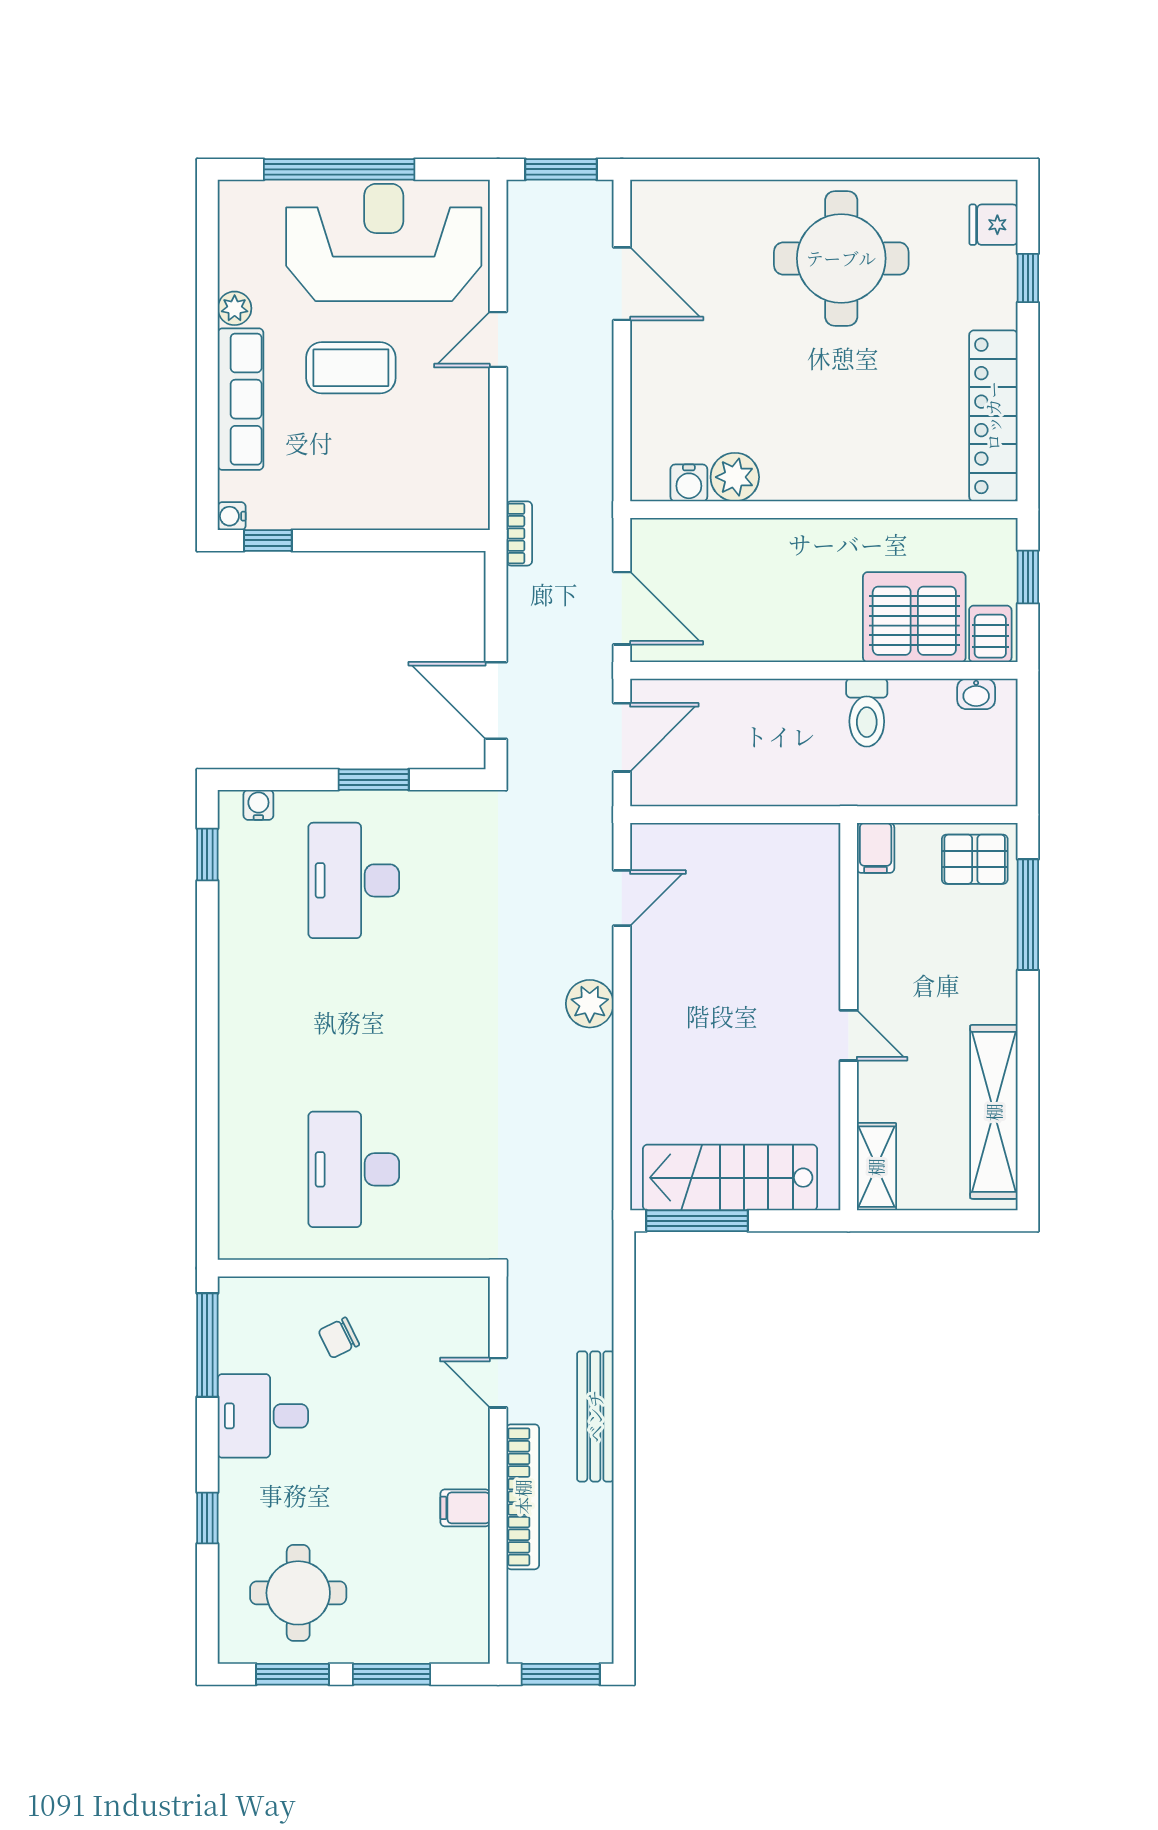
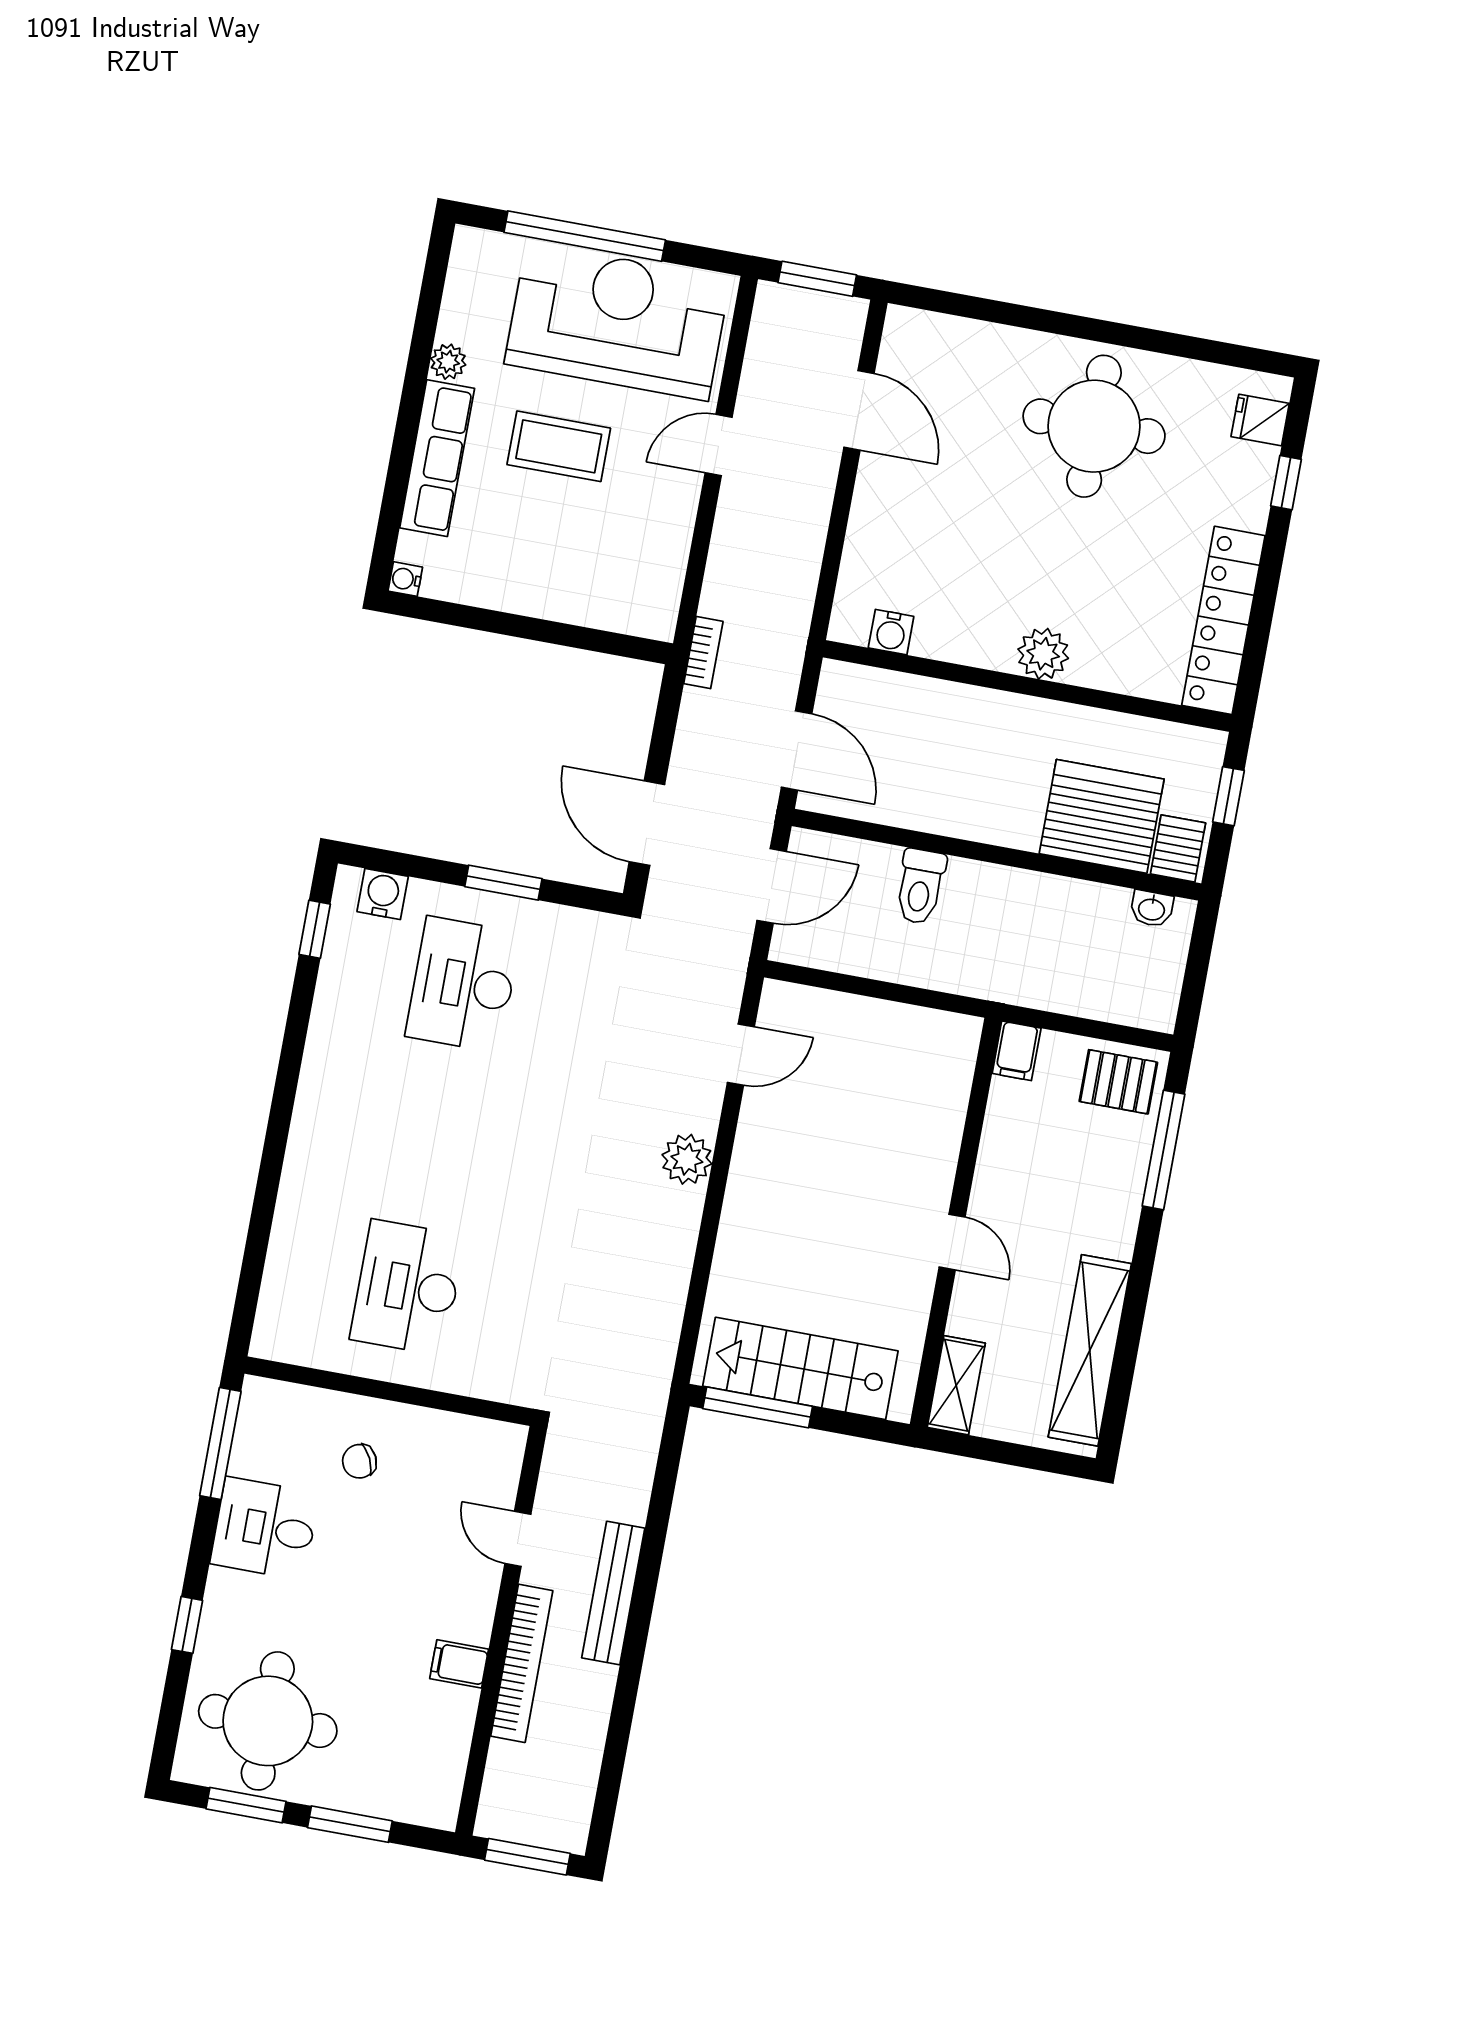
plant: (735, 477) -> (1043, 654), moved
window: (268, 540) -> (439, 611), removed
toilet: (867, 713) -> (920, 886), moved
water cooler: (258, 805) -> (383, 894), width x1.38, depth x1.38
round table: (298, 1593) -> (268, 1721), width x1.36, depth x1.36

